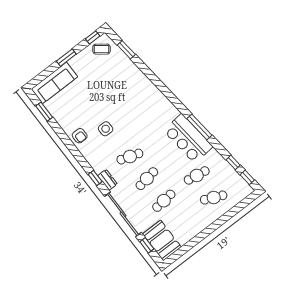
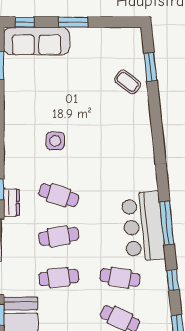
window: (93, 37) -> (25, 22), moved
coffee table: (101, 49) -> (128, 82), moved
armchair: (80, 136) -> (19, 126), removed
window: (233, 162) -> (173, 280), moved

